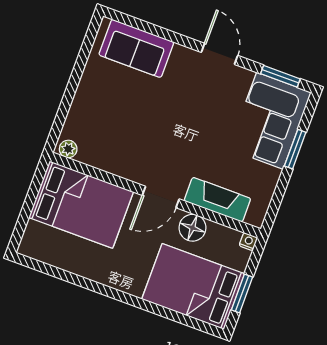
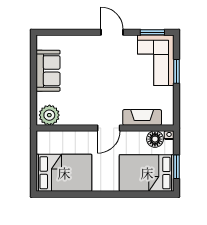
sofa: (136, 48) -> (48, 71), moved, turned -90
plant: (68, 149) -> (49, 115), width x1.88, depth x1.88
bed: (81, 205) -> (64, 173), moved
floor lamp: (192, 228) -> (155, 139), moved

